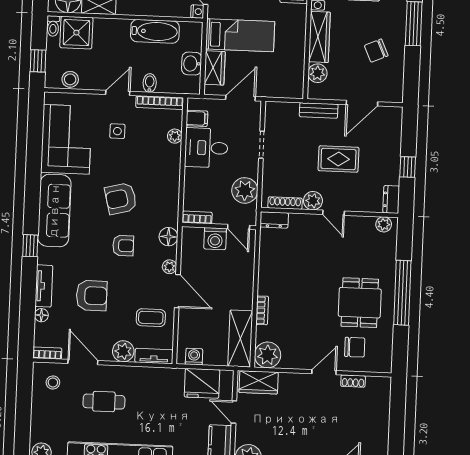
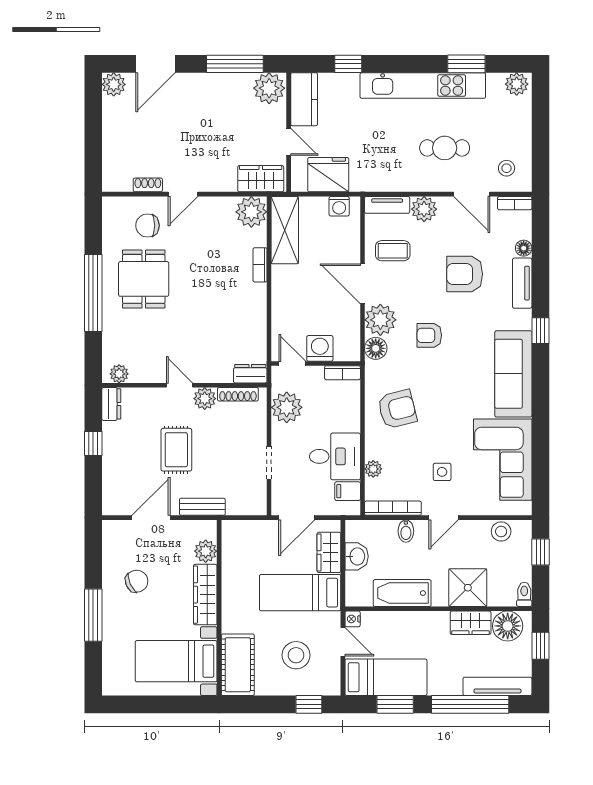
shower: (76, 33) -> (468, 588), moved
rug: (338, 159) -> (176, 450), turned 90
armchair: (121, 198) -> (397, 409), moved
plant: (169, 267) -> (380, 320), width x1.87, depth x1.87

